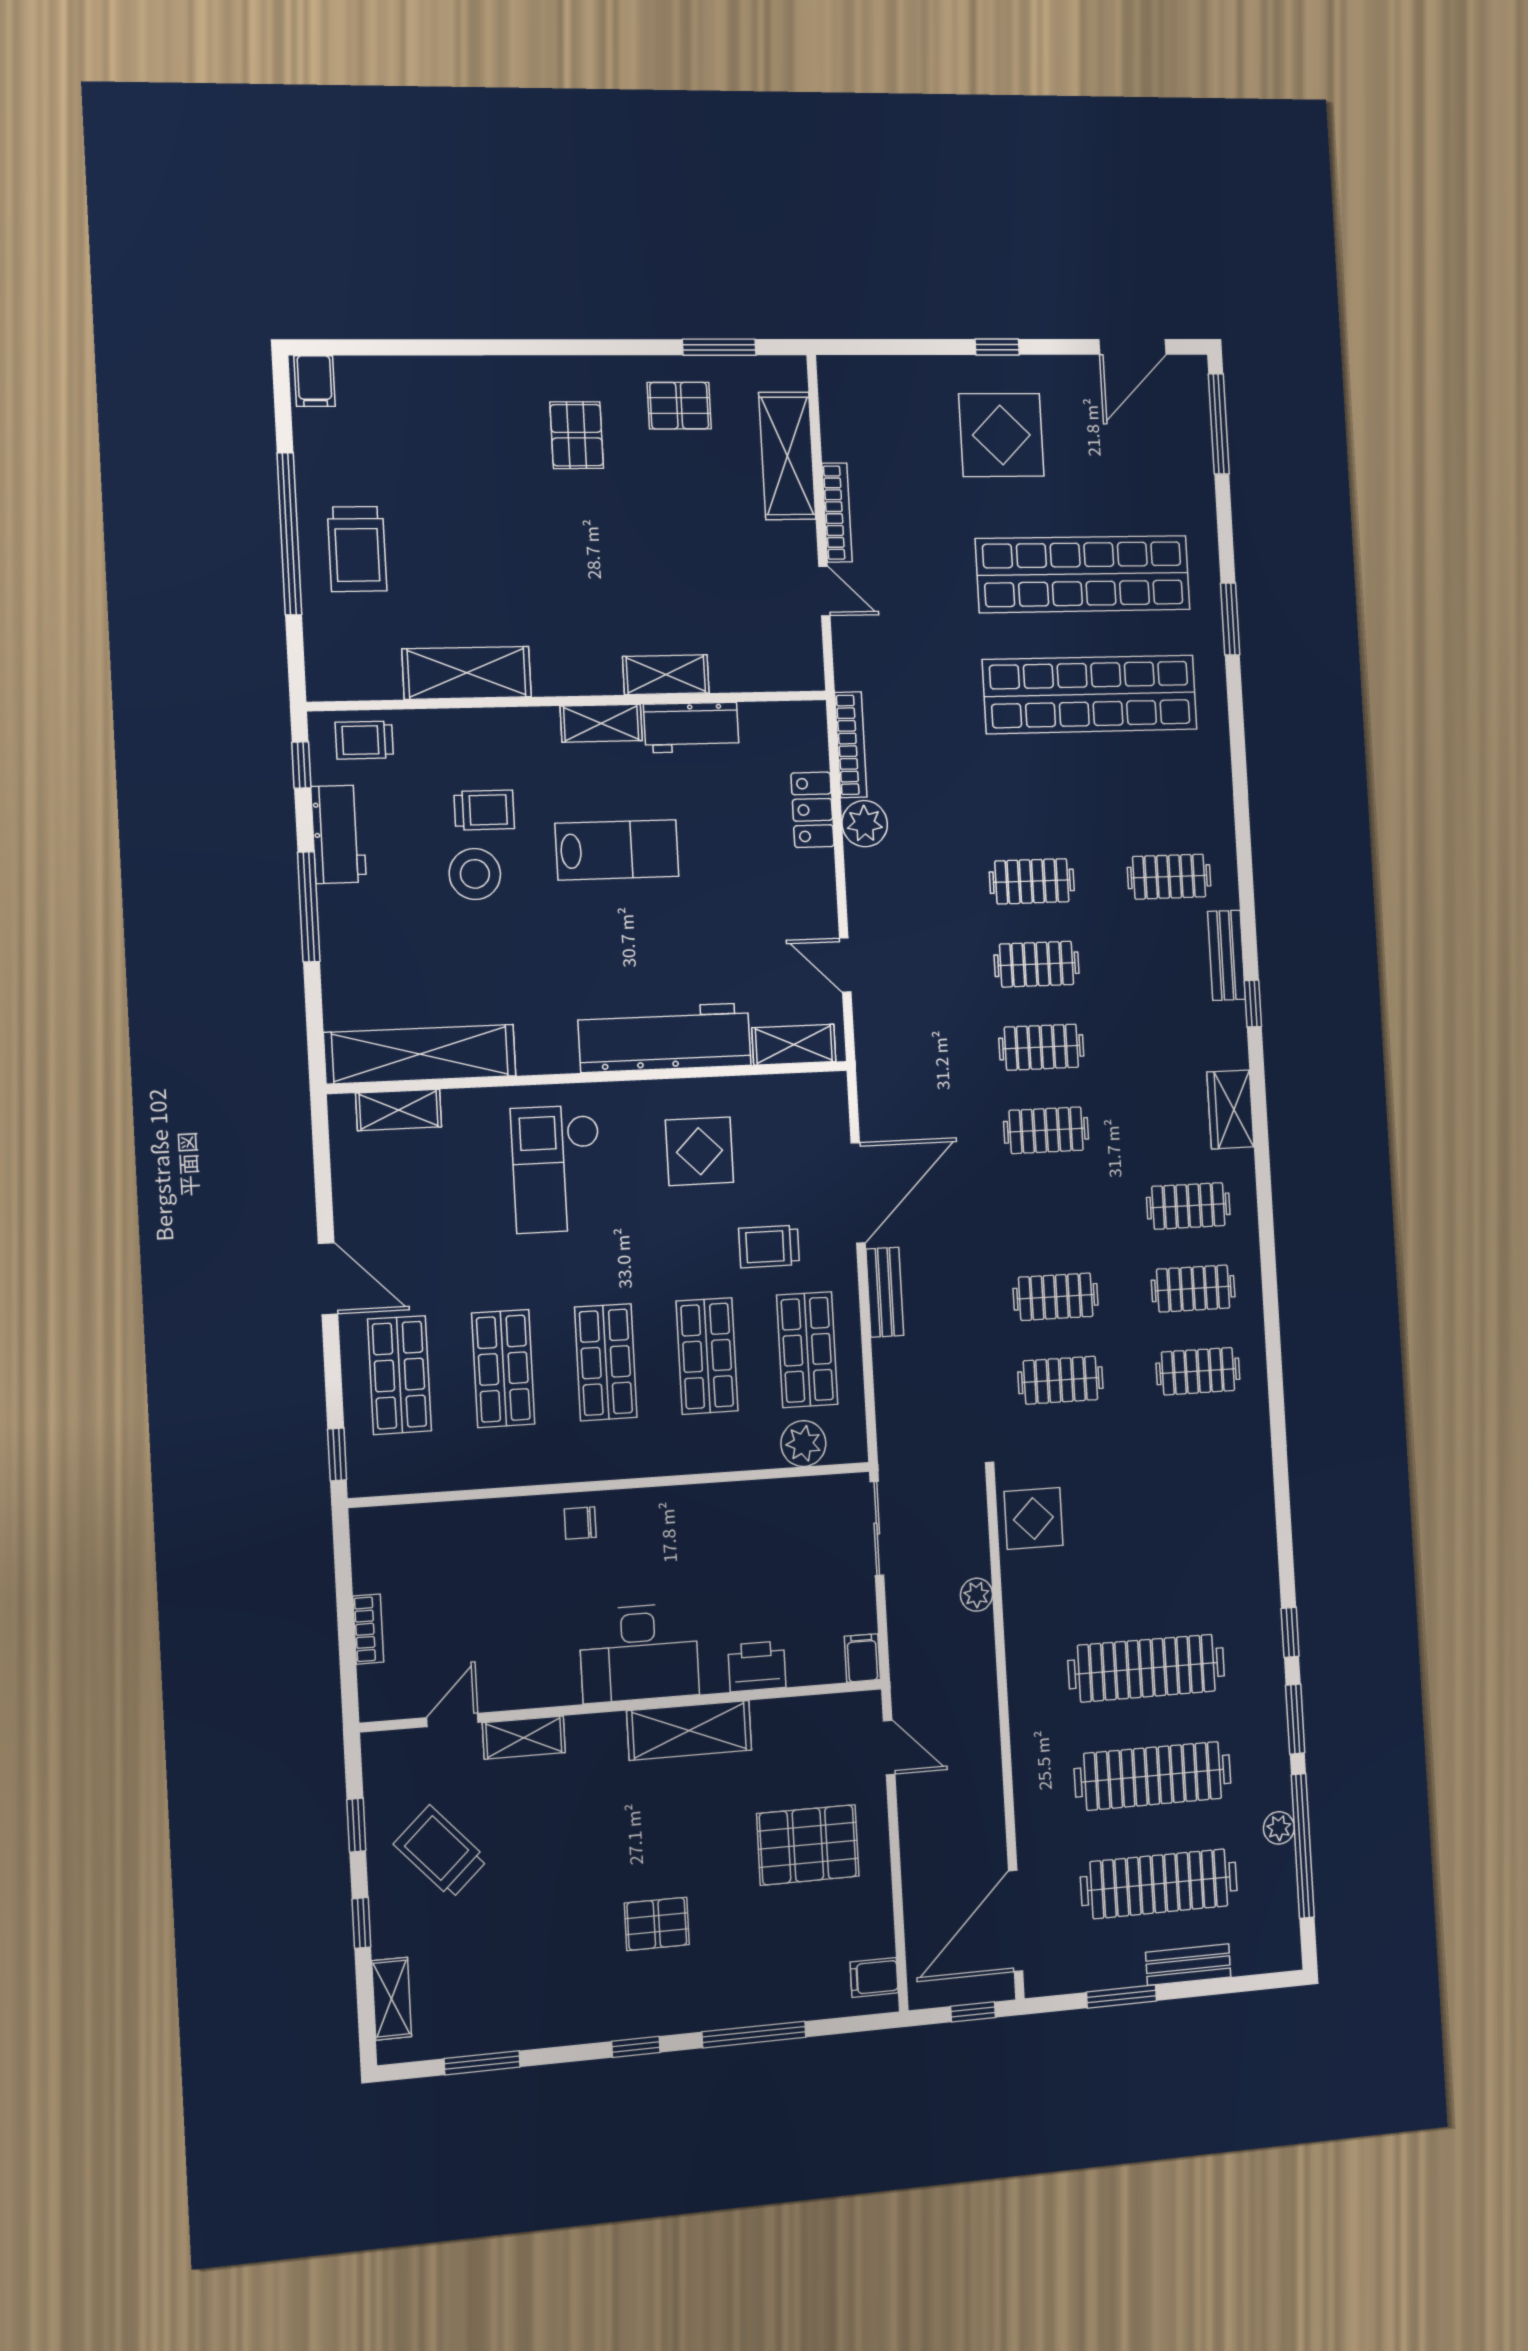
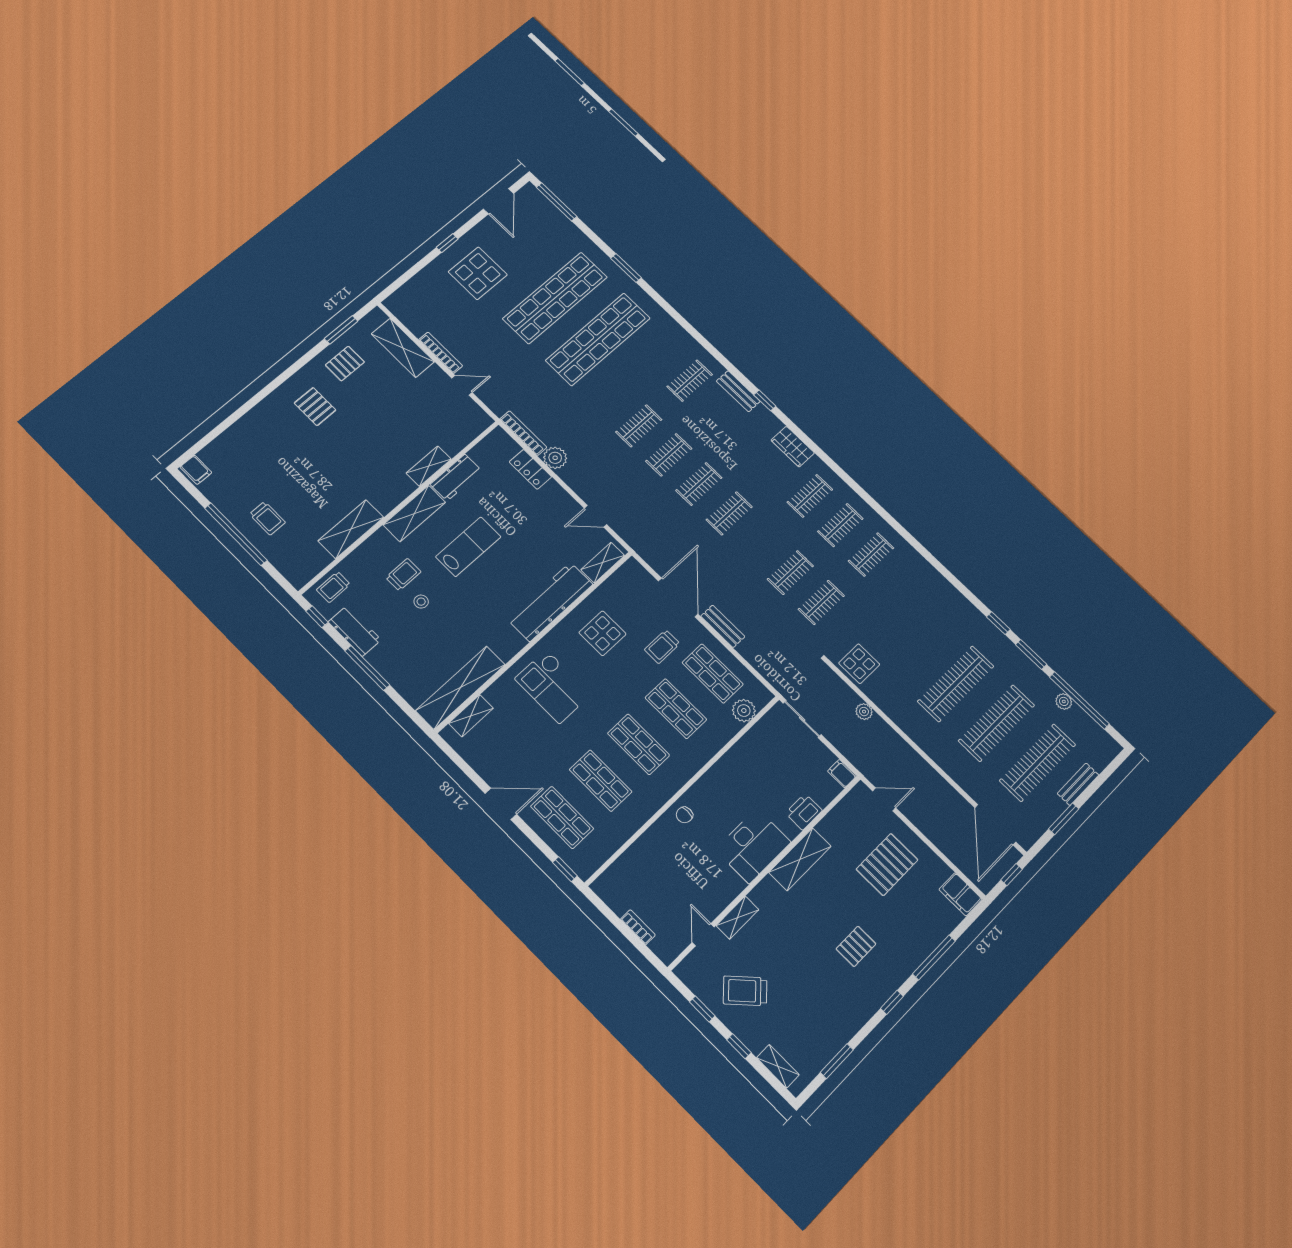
trolley: (357, 549) -> (267, 518), width x0.73, depth x0.72
shelving: (601, 723) -> (414, 513), width x1.50, depth x1.33
stool: (475, 874) -> (421, 602), width x0.53, depth x0.53
filing cabinet: (874, 1977) -> (960, 894), width x2.00

